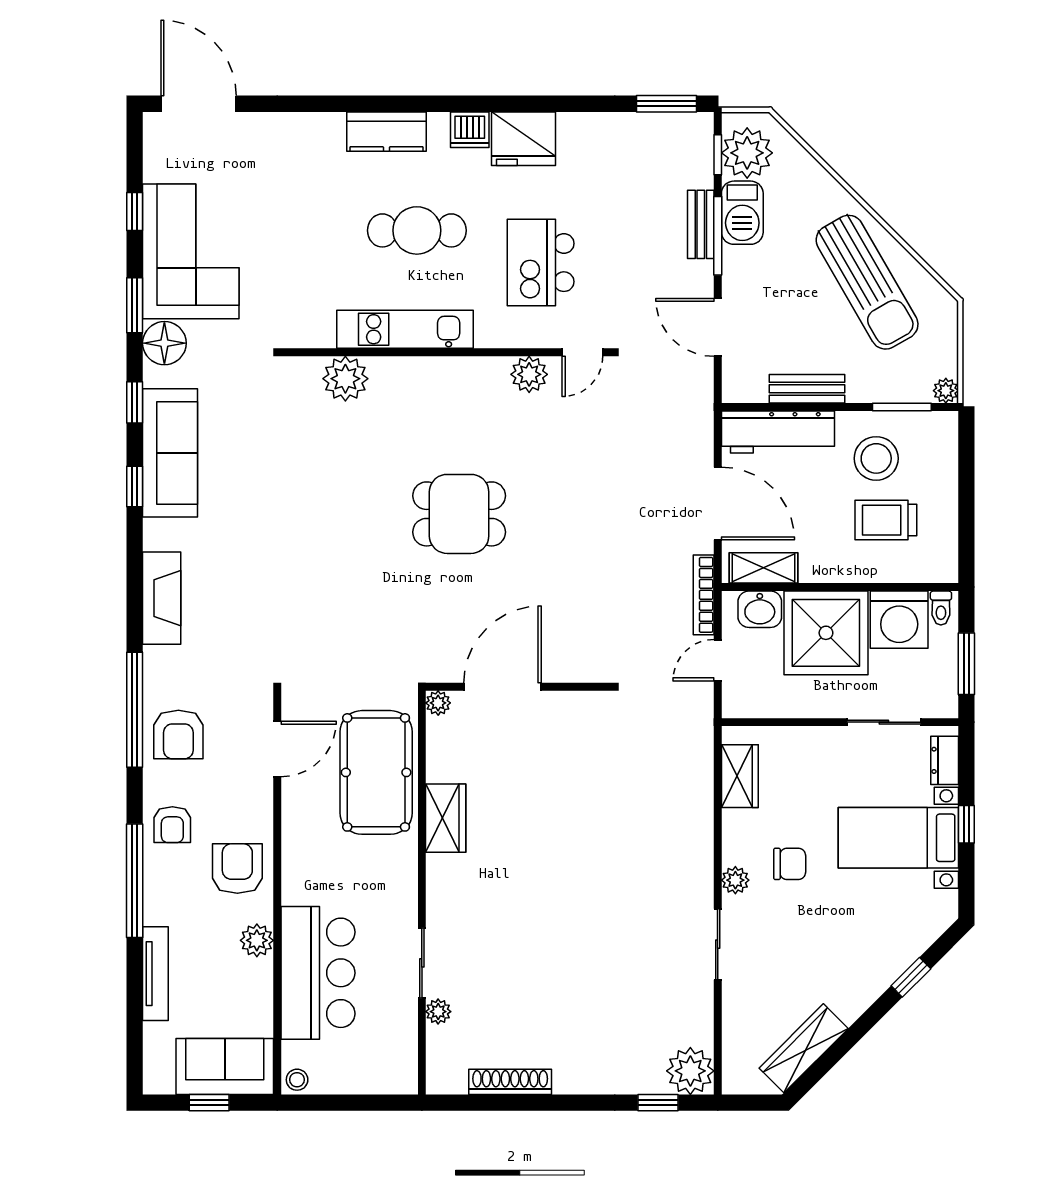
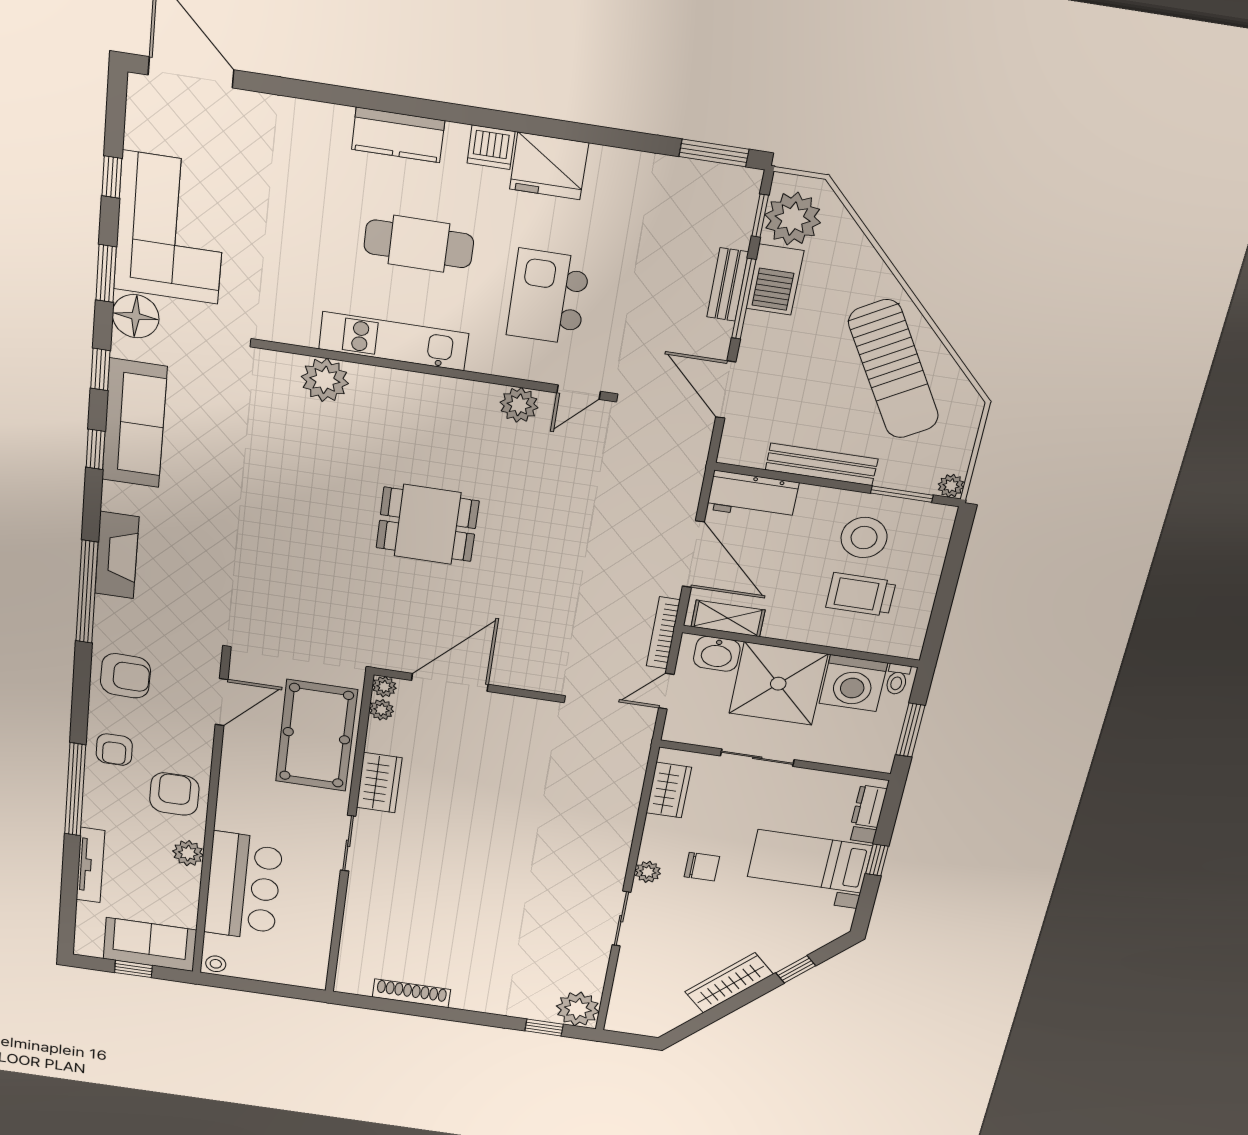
bench: (807, 389) -> (822, 464), width x1.36
workbench: (778, 432) -> (753, 496), width x0.73
window: (135, 710) -> (87, 592), moved
sliding door: (884, 722) -> (757, 758), moved
armchair: (178, 735) -> (125, 676), turned -89
sliding door: (422, 963) -> (348, 843), moved
plant: (438, 1012) -> (381, 710), moved
wardrobe: (804, 1048) -> (729, 983), moved

